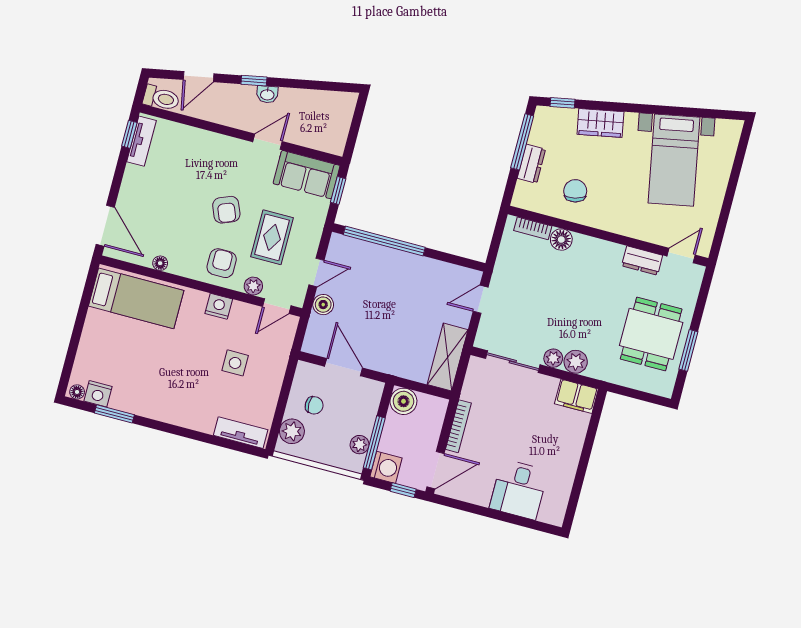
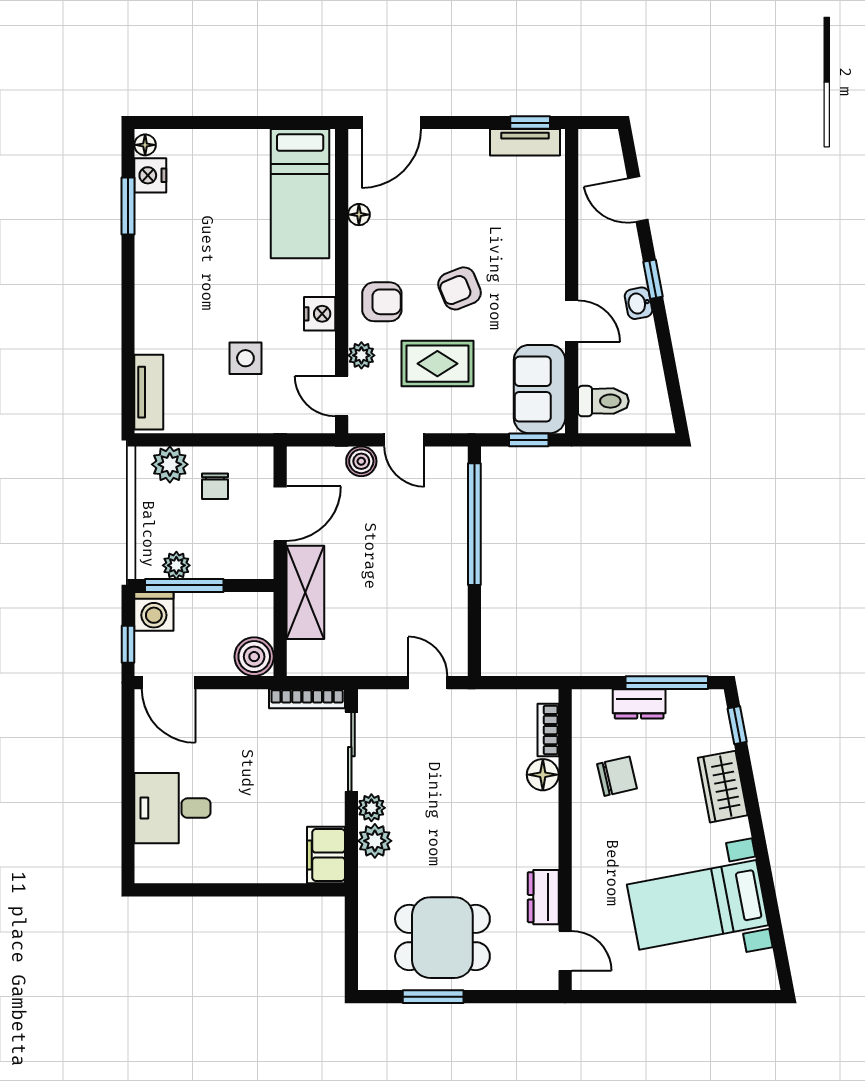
toilet: (161, 98) -> (603, 401), moved, turned -90
shelving: (448, 357) -> (305, 592), moved, turned 90
boiler: (403, 401) -> (254, 657), moved
bookcase: (458, 426) -> (307, 699), moved

